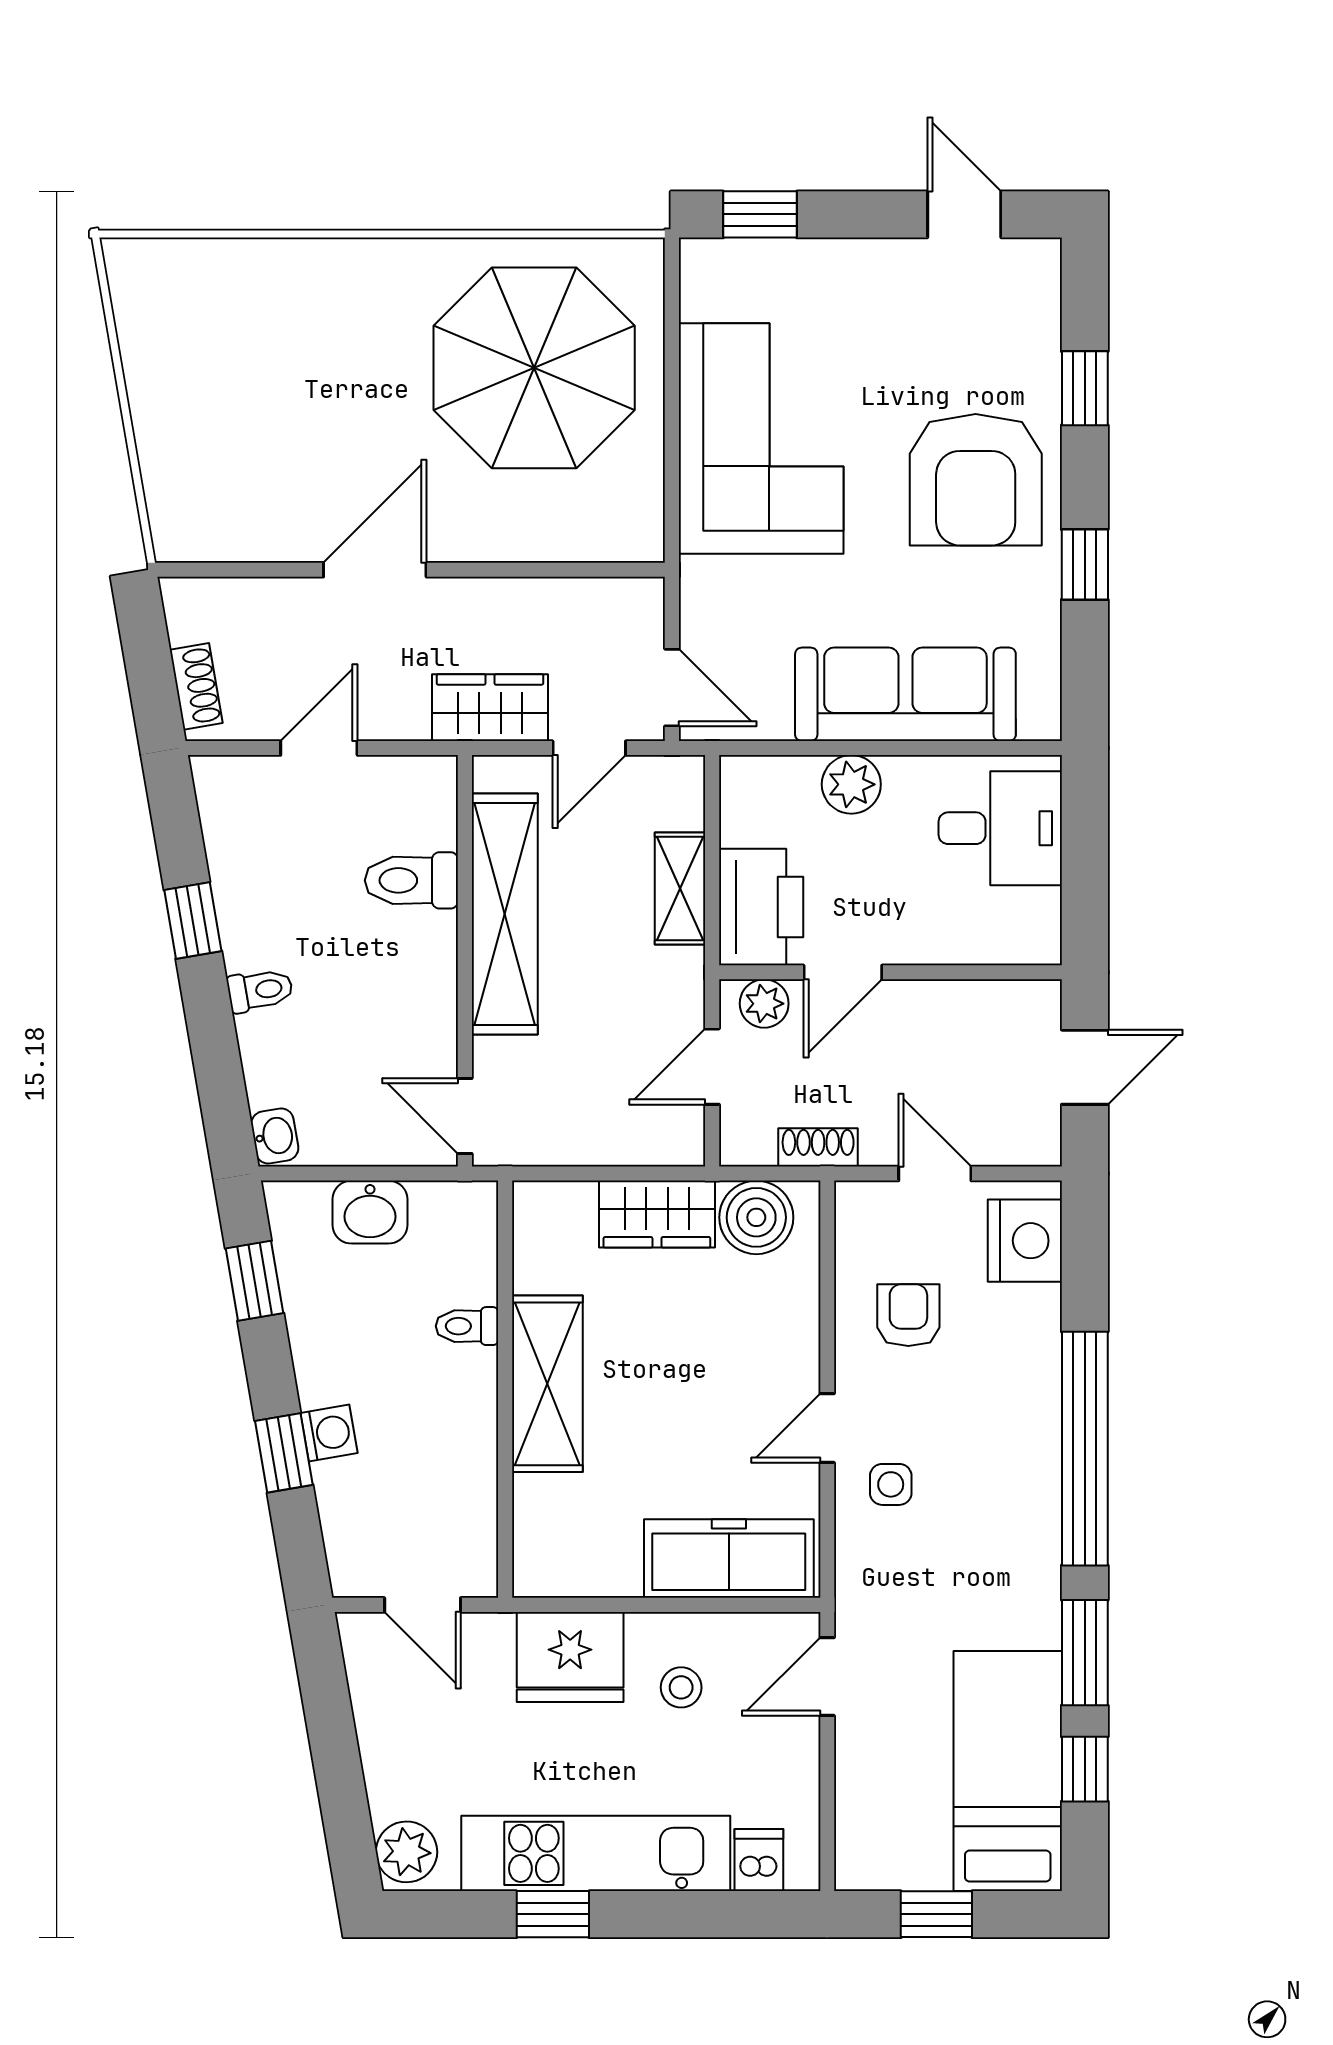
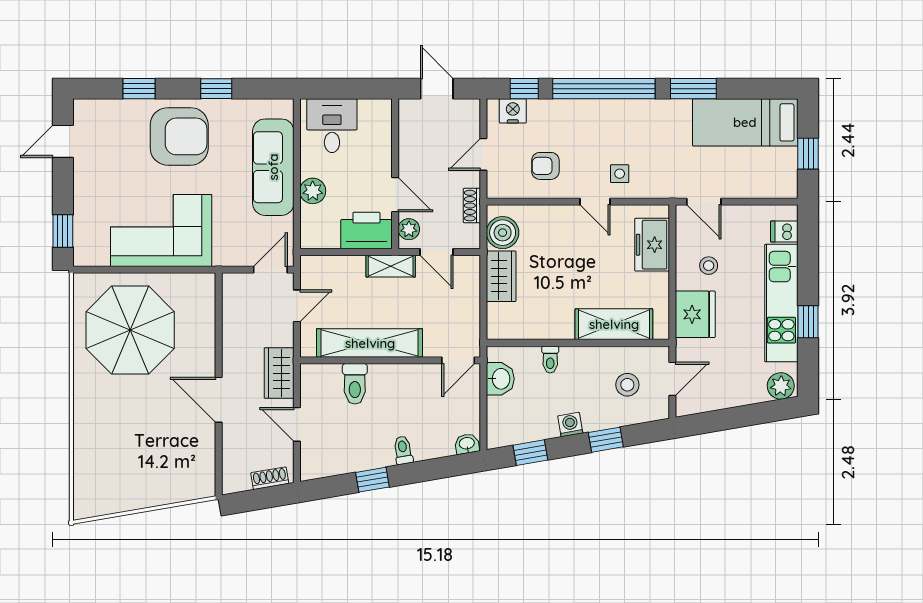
wardrobe: (490, 708) -> (279, 373), moved
door: (589, 748) -> (297, 306), hinge flipped
shelving: (680, 889) -> (391, 266), moved
washbasin: (370, 1212) -> (500, 379), moved
nightstand: (1025, 1241) -> (513, 111), width x0.74, depth x0.75
shelving: (547, 1384) -> (614, 324), moved
washing machine: (329, 1433) -> (570, 425), moved
stool: (409, 1502) -> (627, 385), added
freezer: (729, 1559) -> (652, 245), width x0.71
window: (1085, 1769) -> (524, 89), moved

